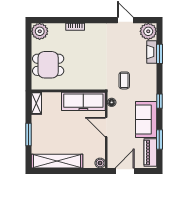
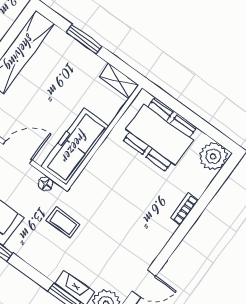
dining table: (48, 65) -> (159, 135), width x1.37

